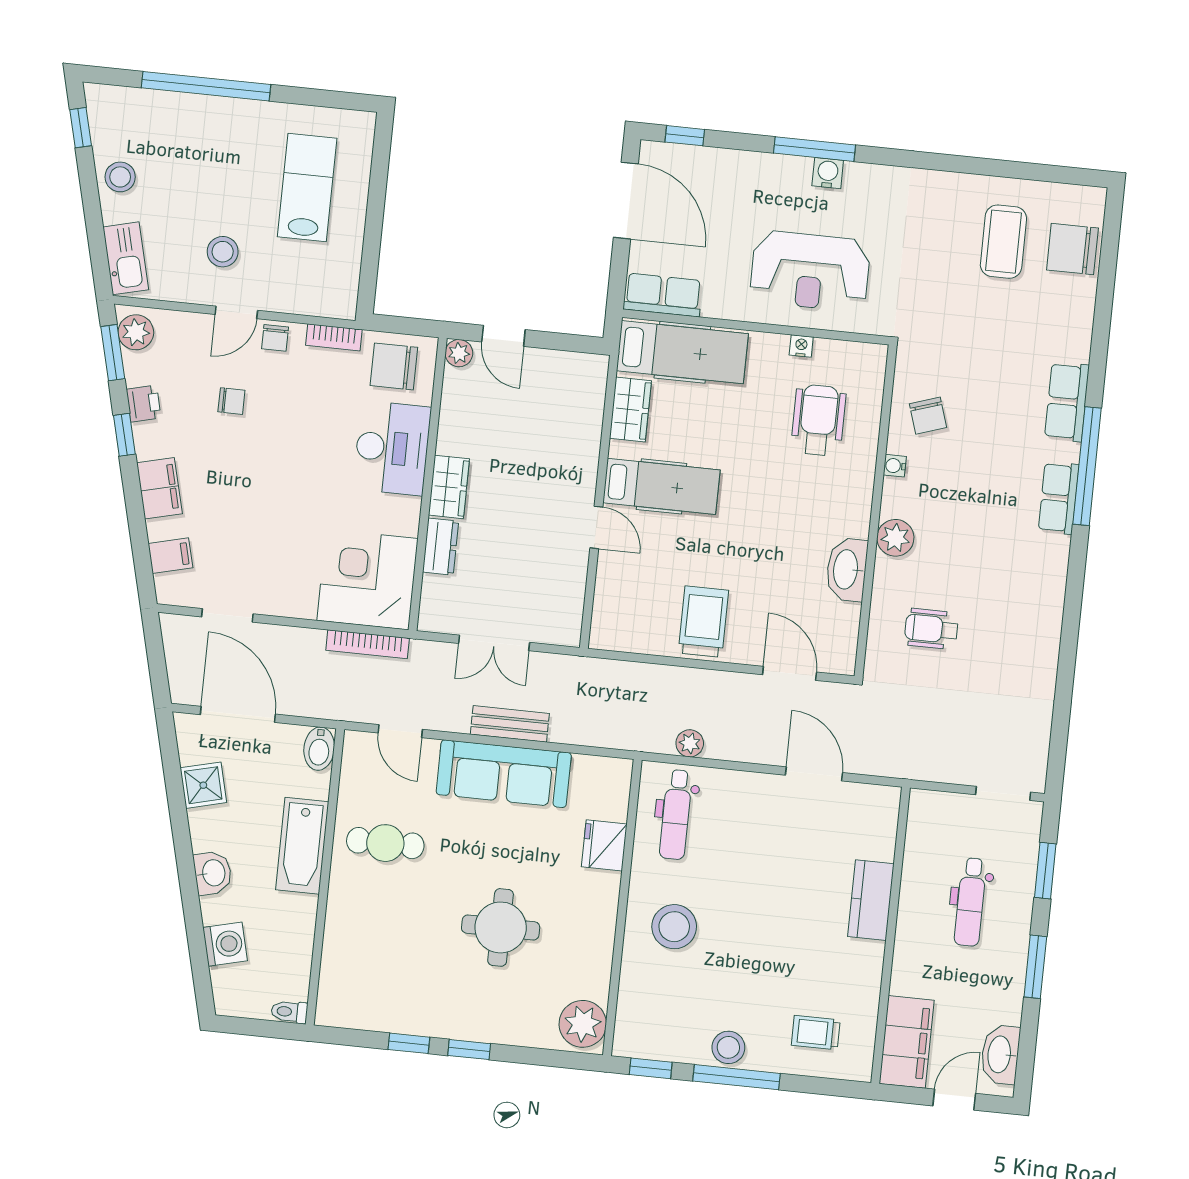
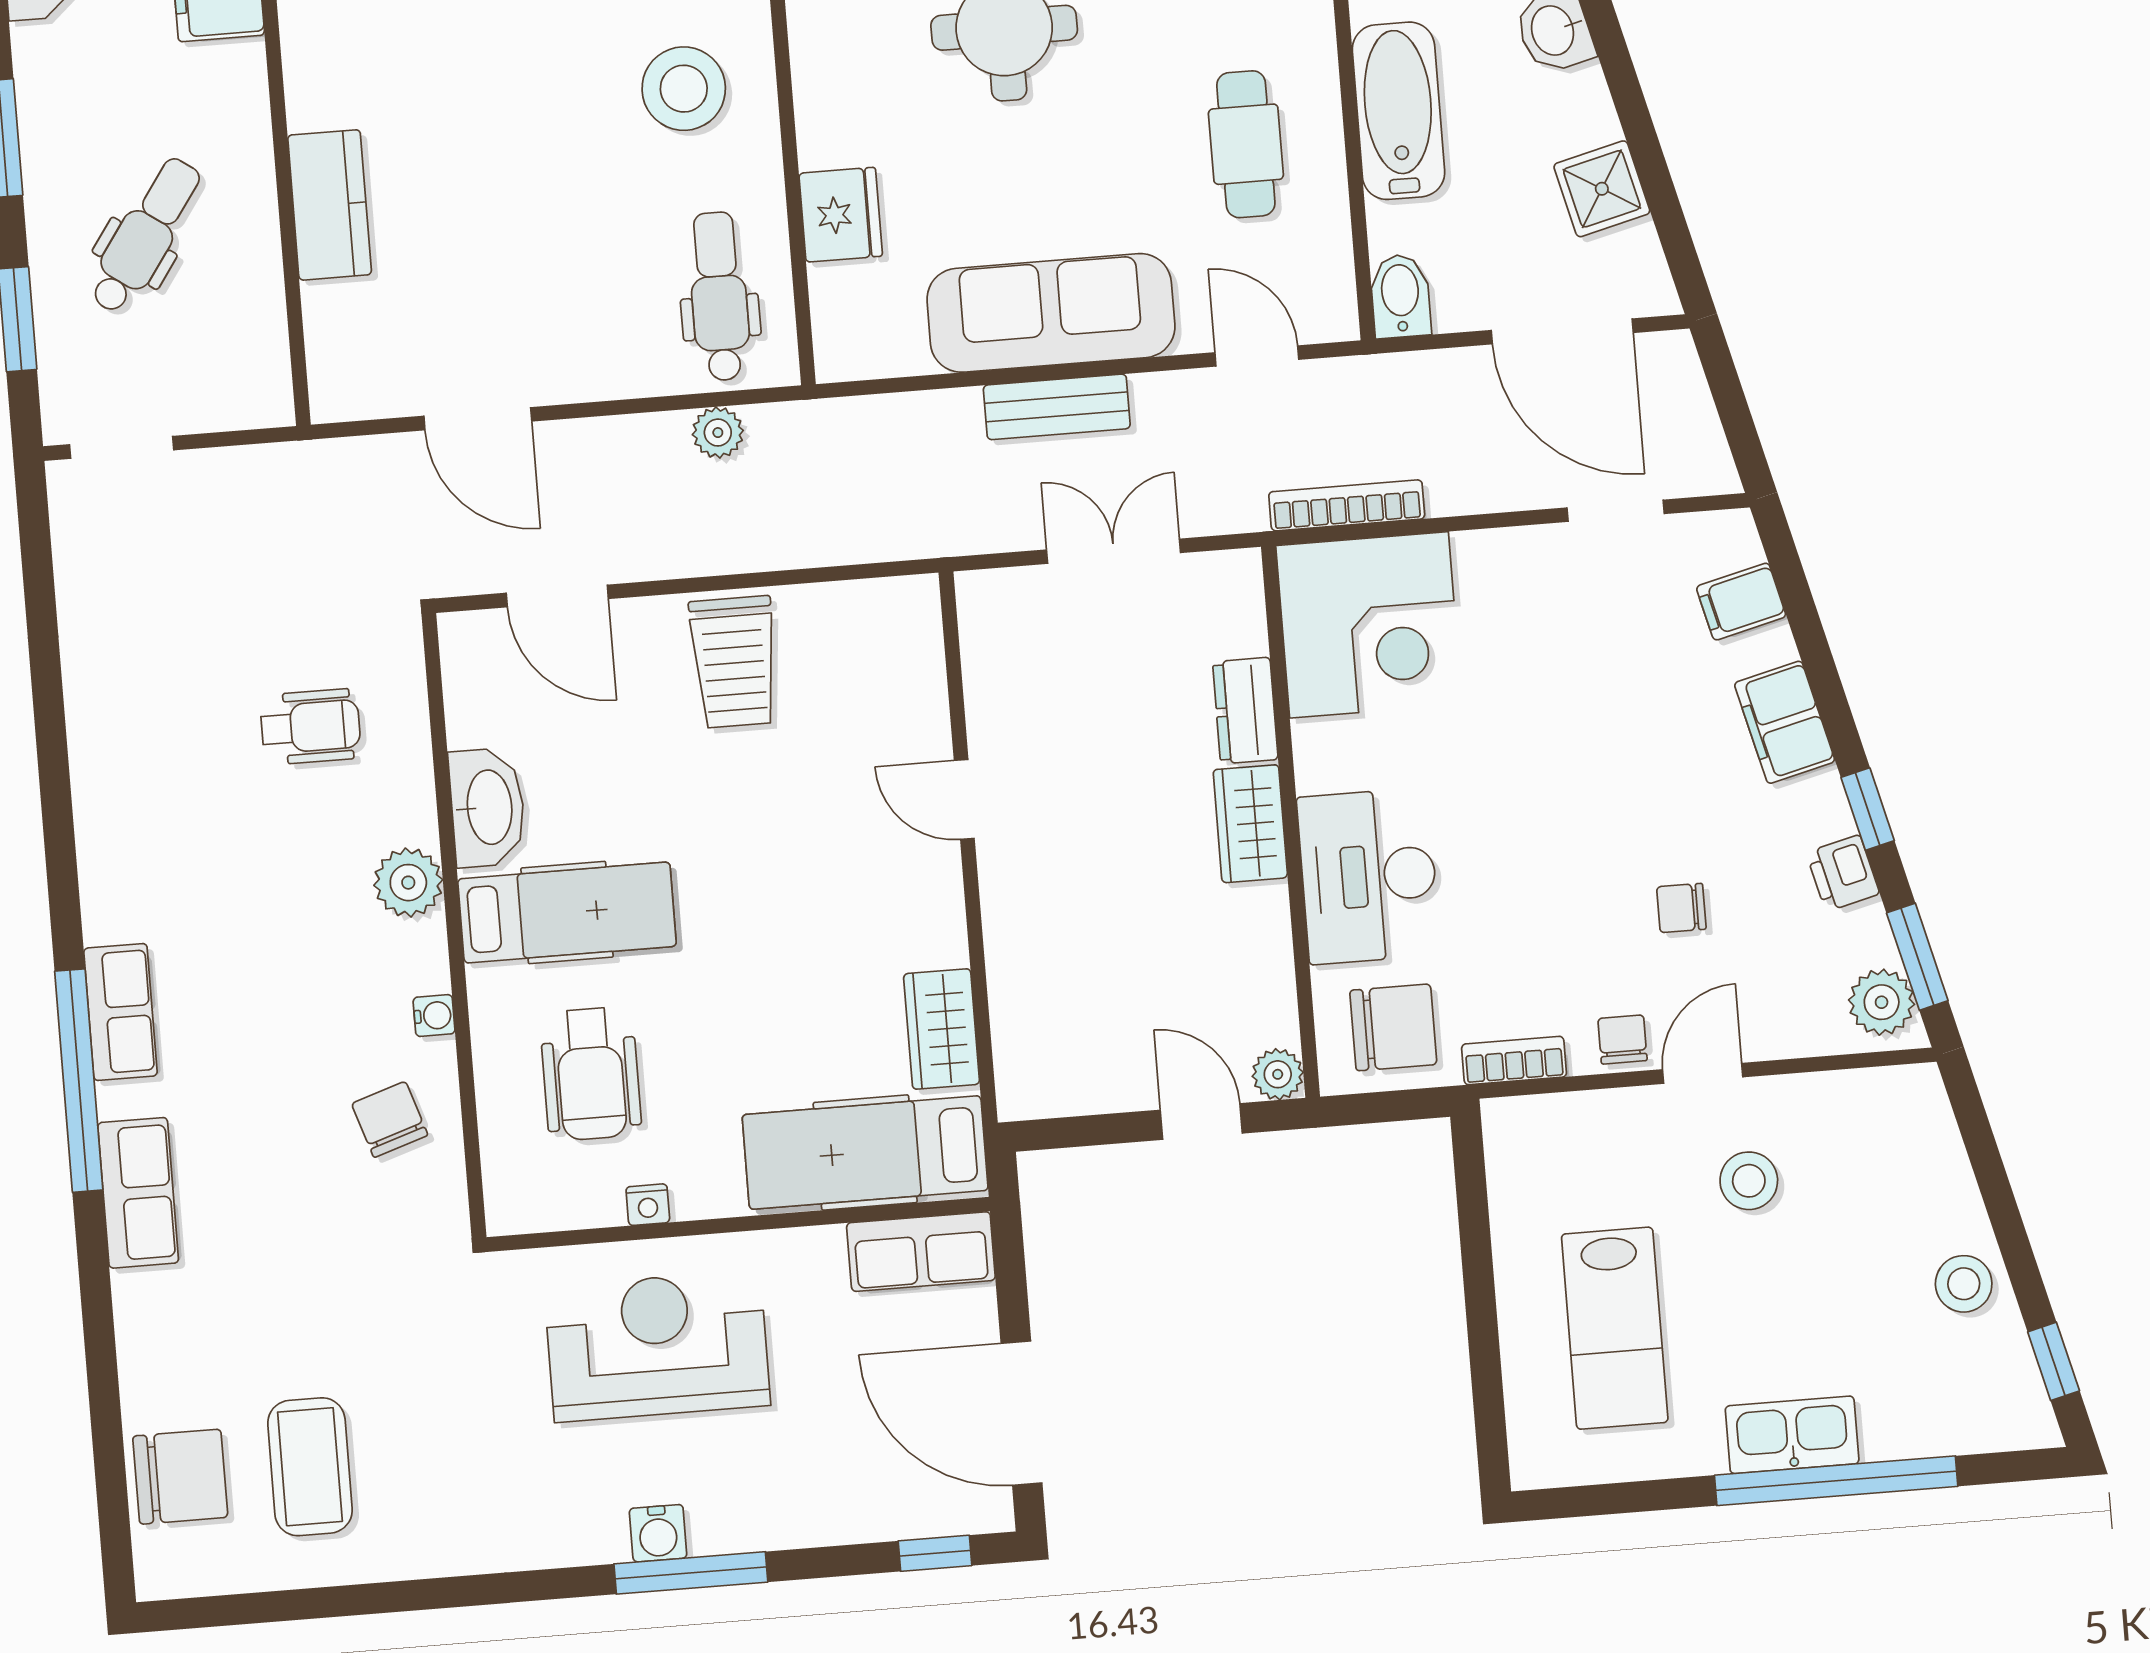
kitchen sink: (126, 258) -> (1792, 1435), moved, turned 104
hospital bed: (661, 486) -> (567, 913), moved, turned 180
cafe table: (385, 843) -> (1246, 144), turned 90
dental chair: (970, 902) -> (145, 236), turned 35

